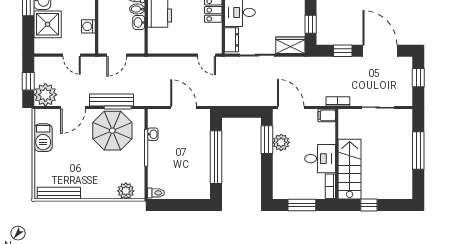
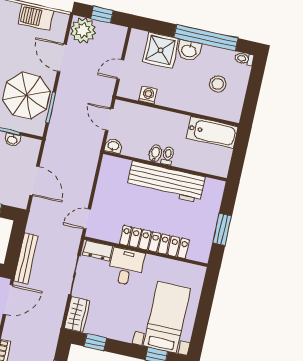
washbasin: (139, 23) -> (113, 146), moved
bench: (111, 100) -> (26, 258), moved
door: (184, 107) -> (34, 181), hinge flipped

